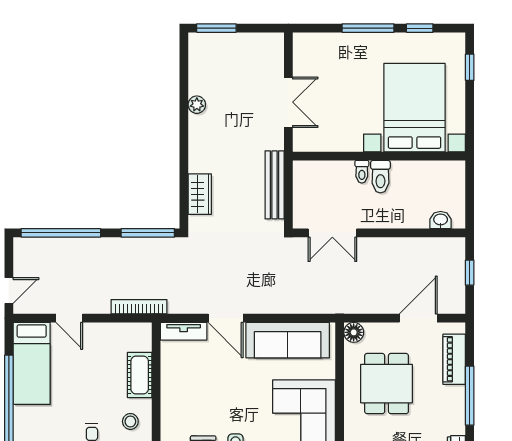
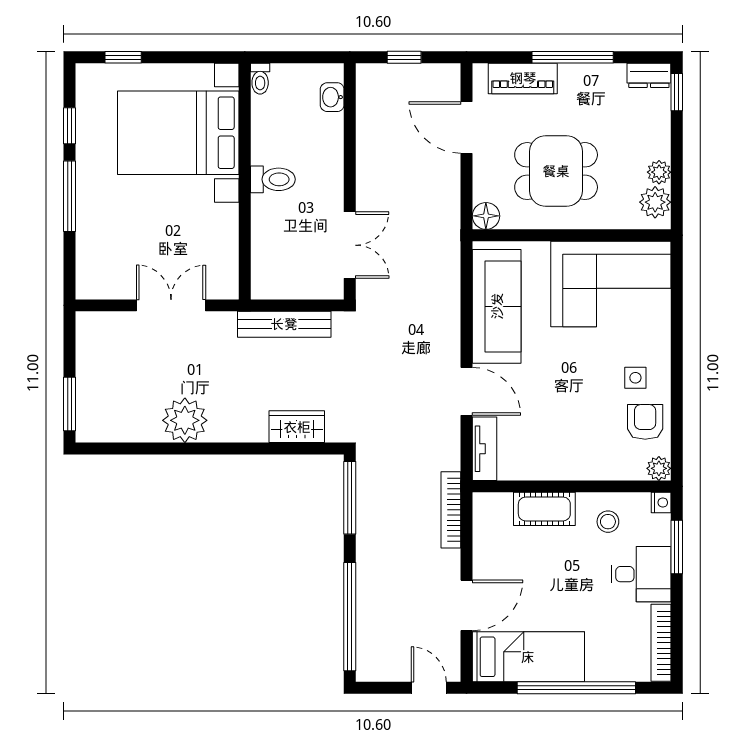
plant: (197, 105) -> (185, 420), width x1.88, depth x1.88
toilet: (362, 172) -> (260, 79), moved, turned 90
door: (69, 318) -> (467, 605), width x1.37
door: (226, 318) -> (467, 391), hinge flipped

